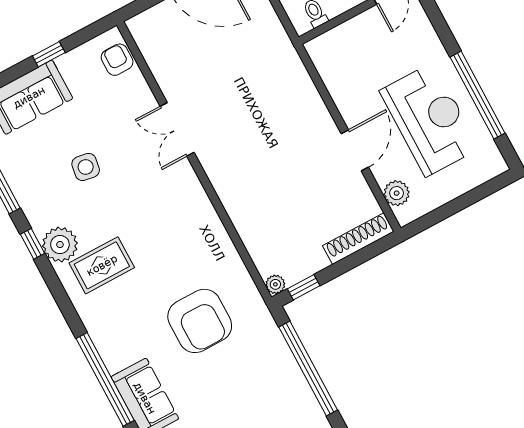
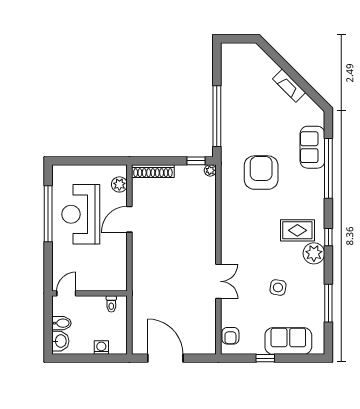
window: (32, 244) -> (328, 237), moved

